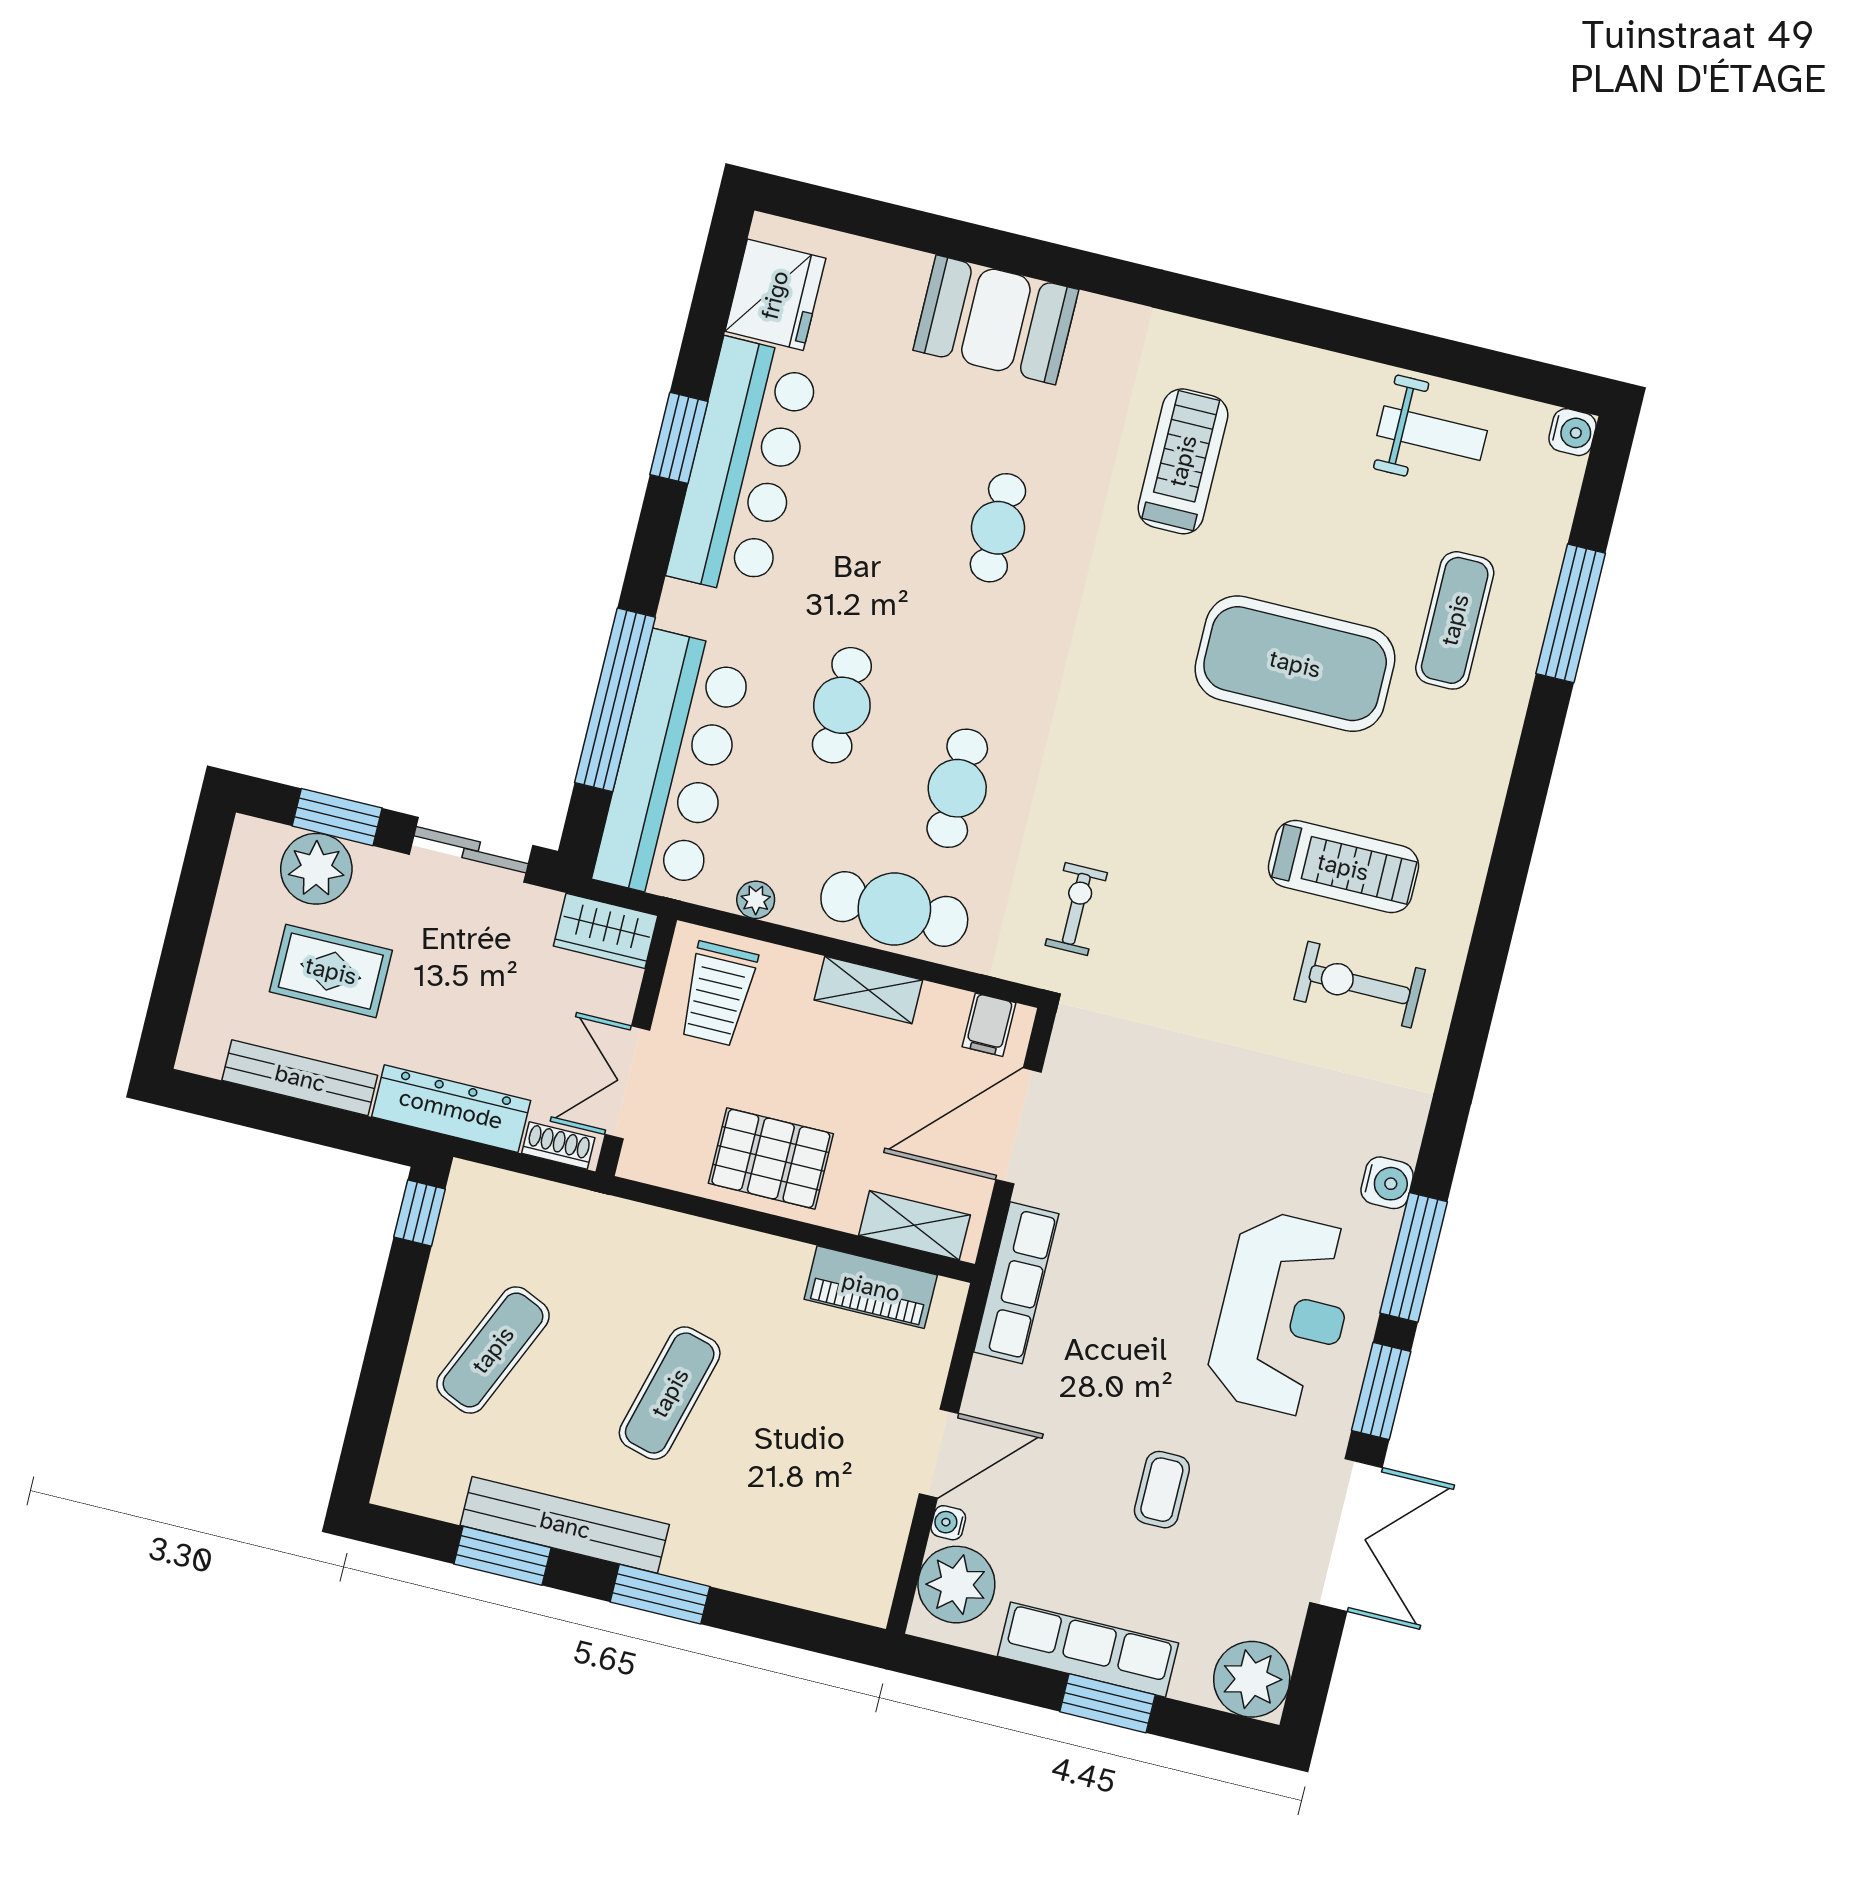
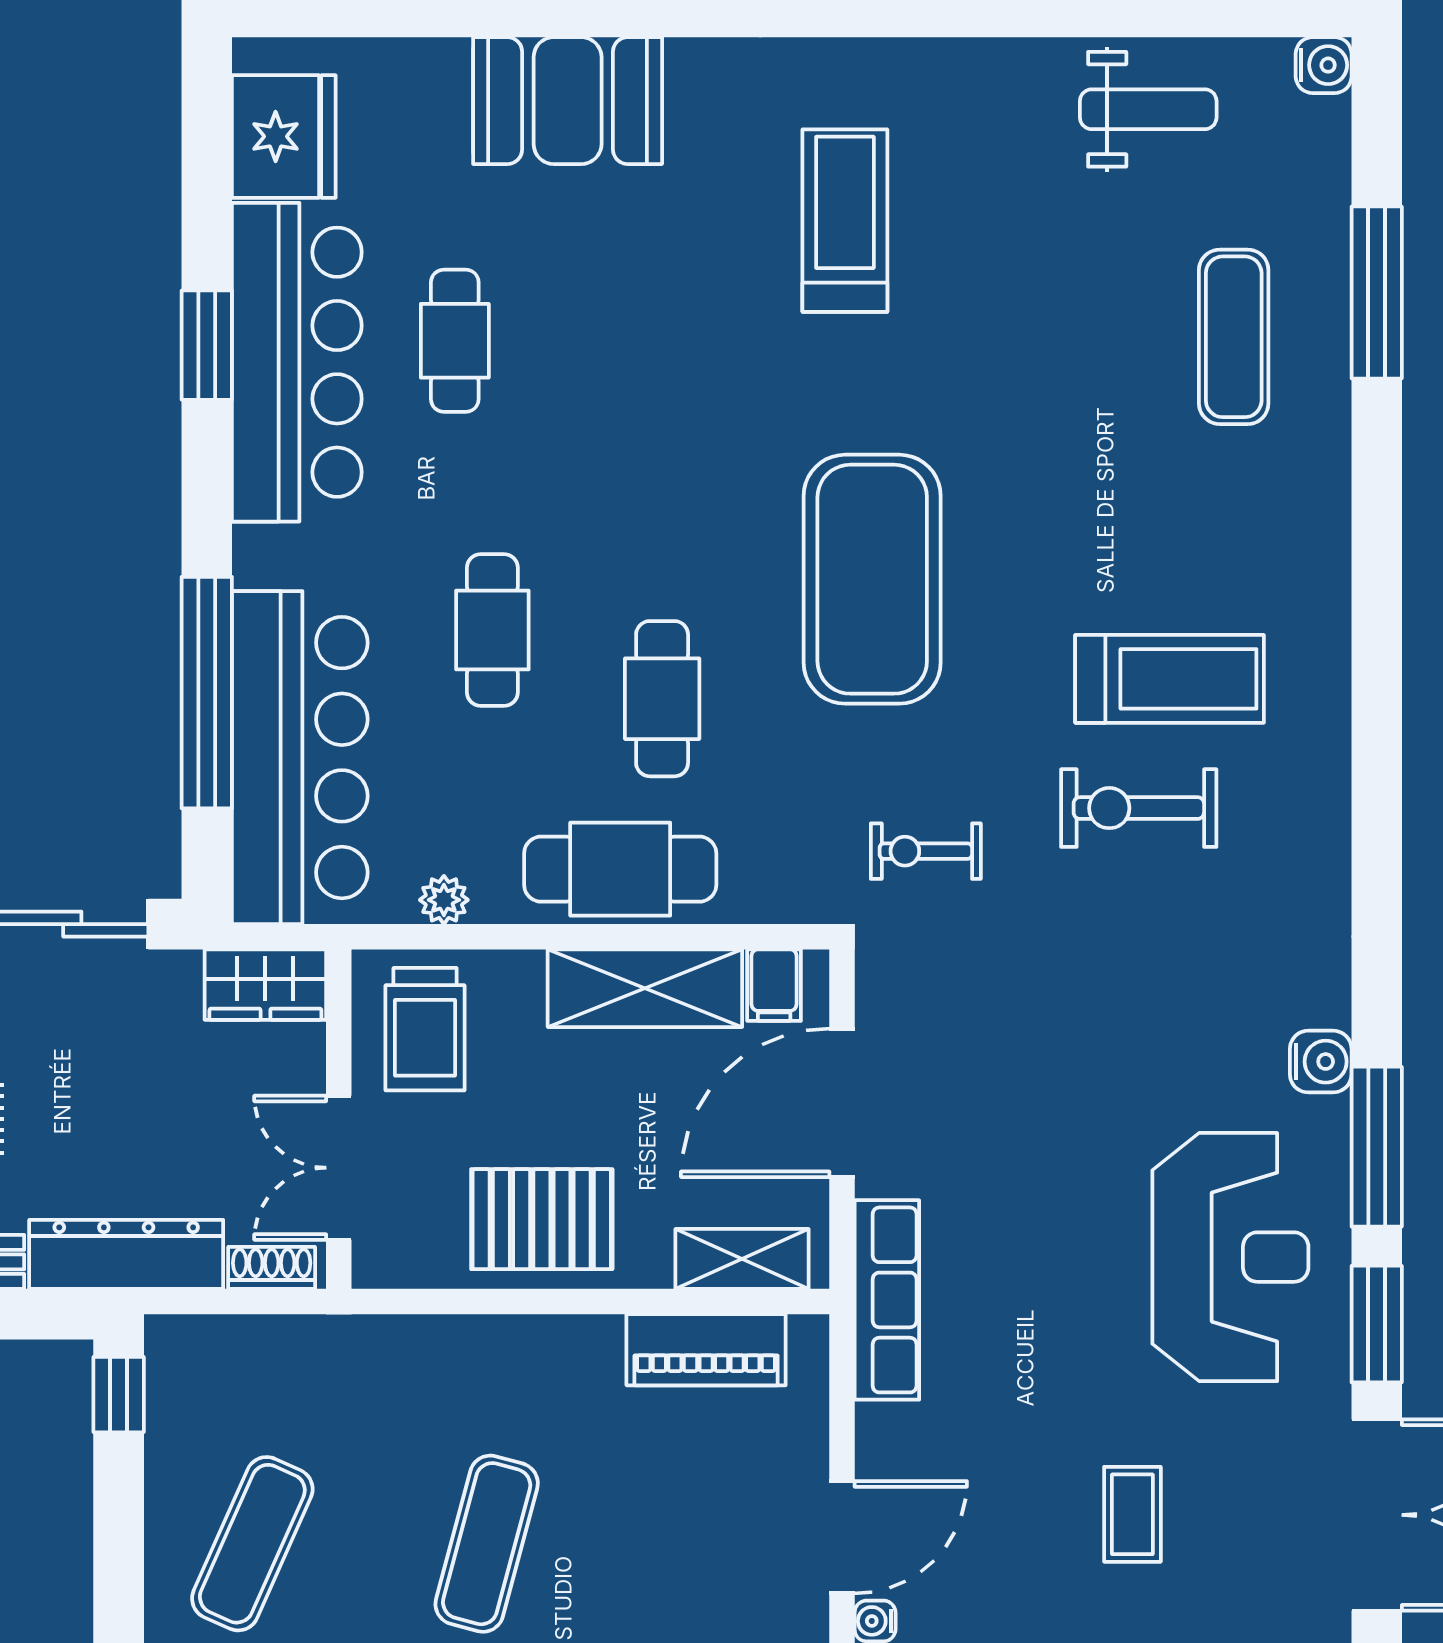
cafe table: (998, 528) -> (455, 341), moved
exercise mat: (1295, 664) -> (872, 579), moved, turned 90
exercise bike: (1076, 909) -> (926, 851), moved, turned -90
exercise bike: (1360, 985) -> (1139, 808), moved
shelving: (868, 990) -> (645, 988), width x1.50, depth x1.33

